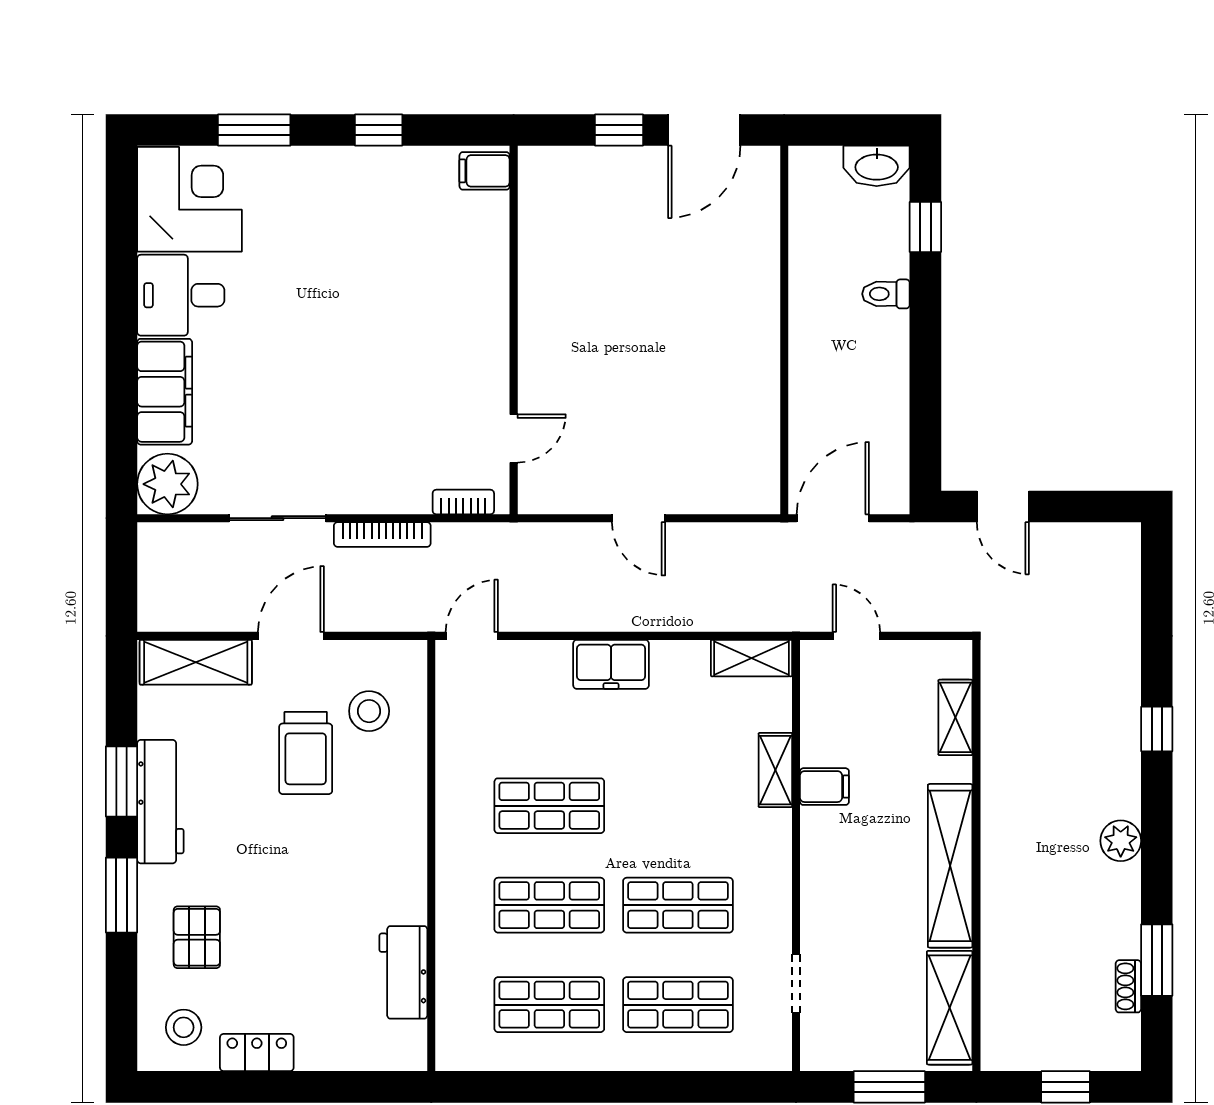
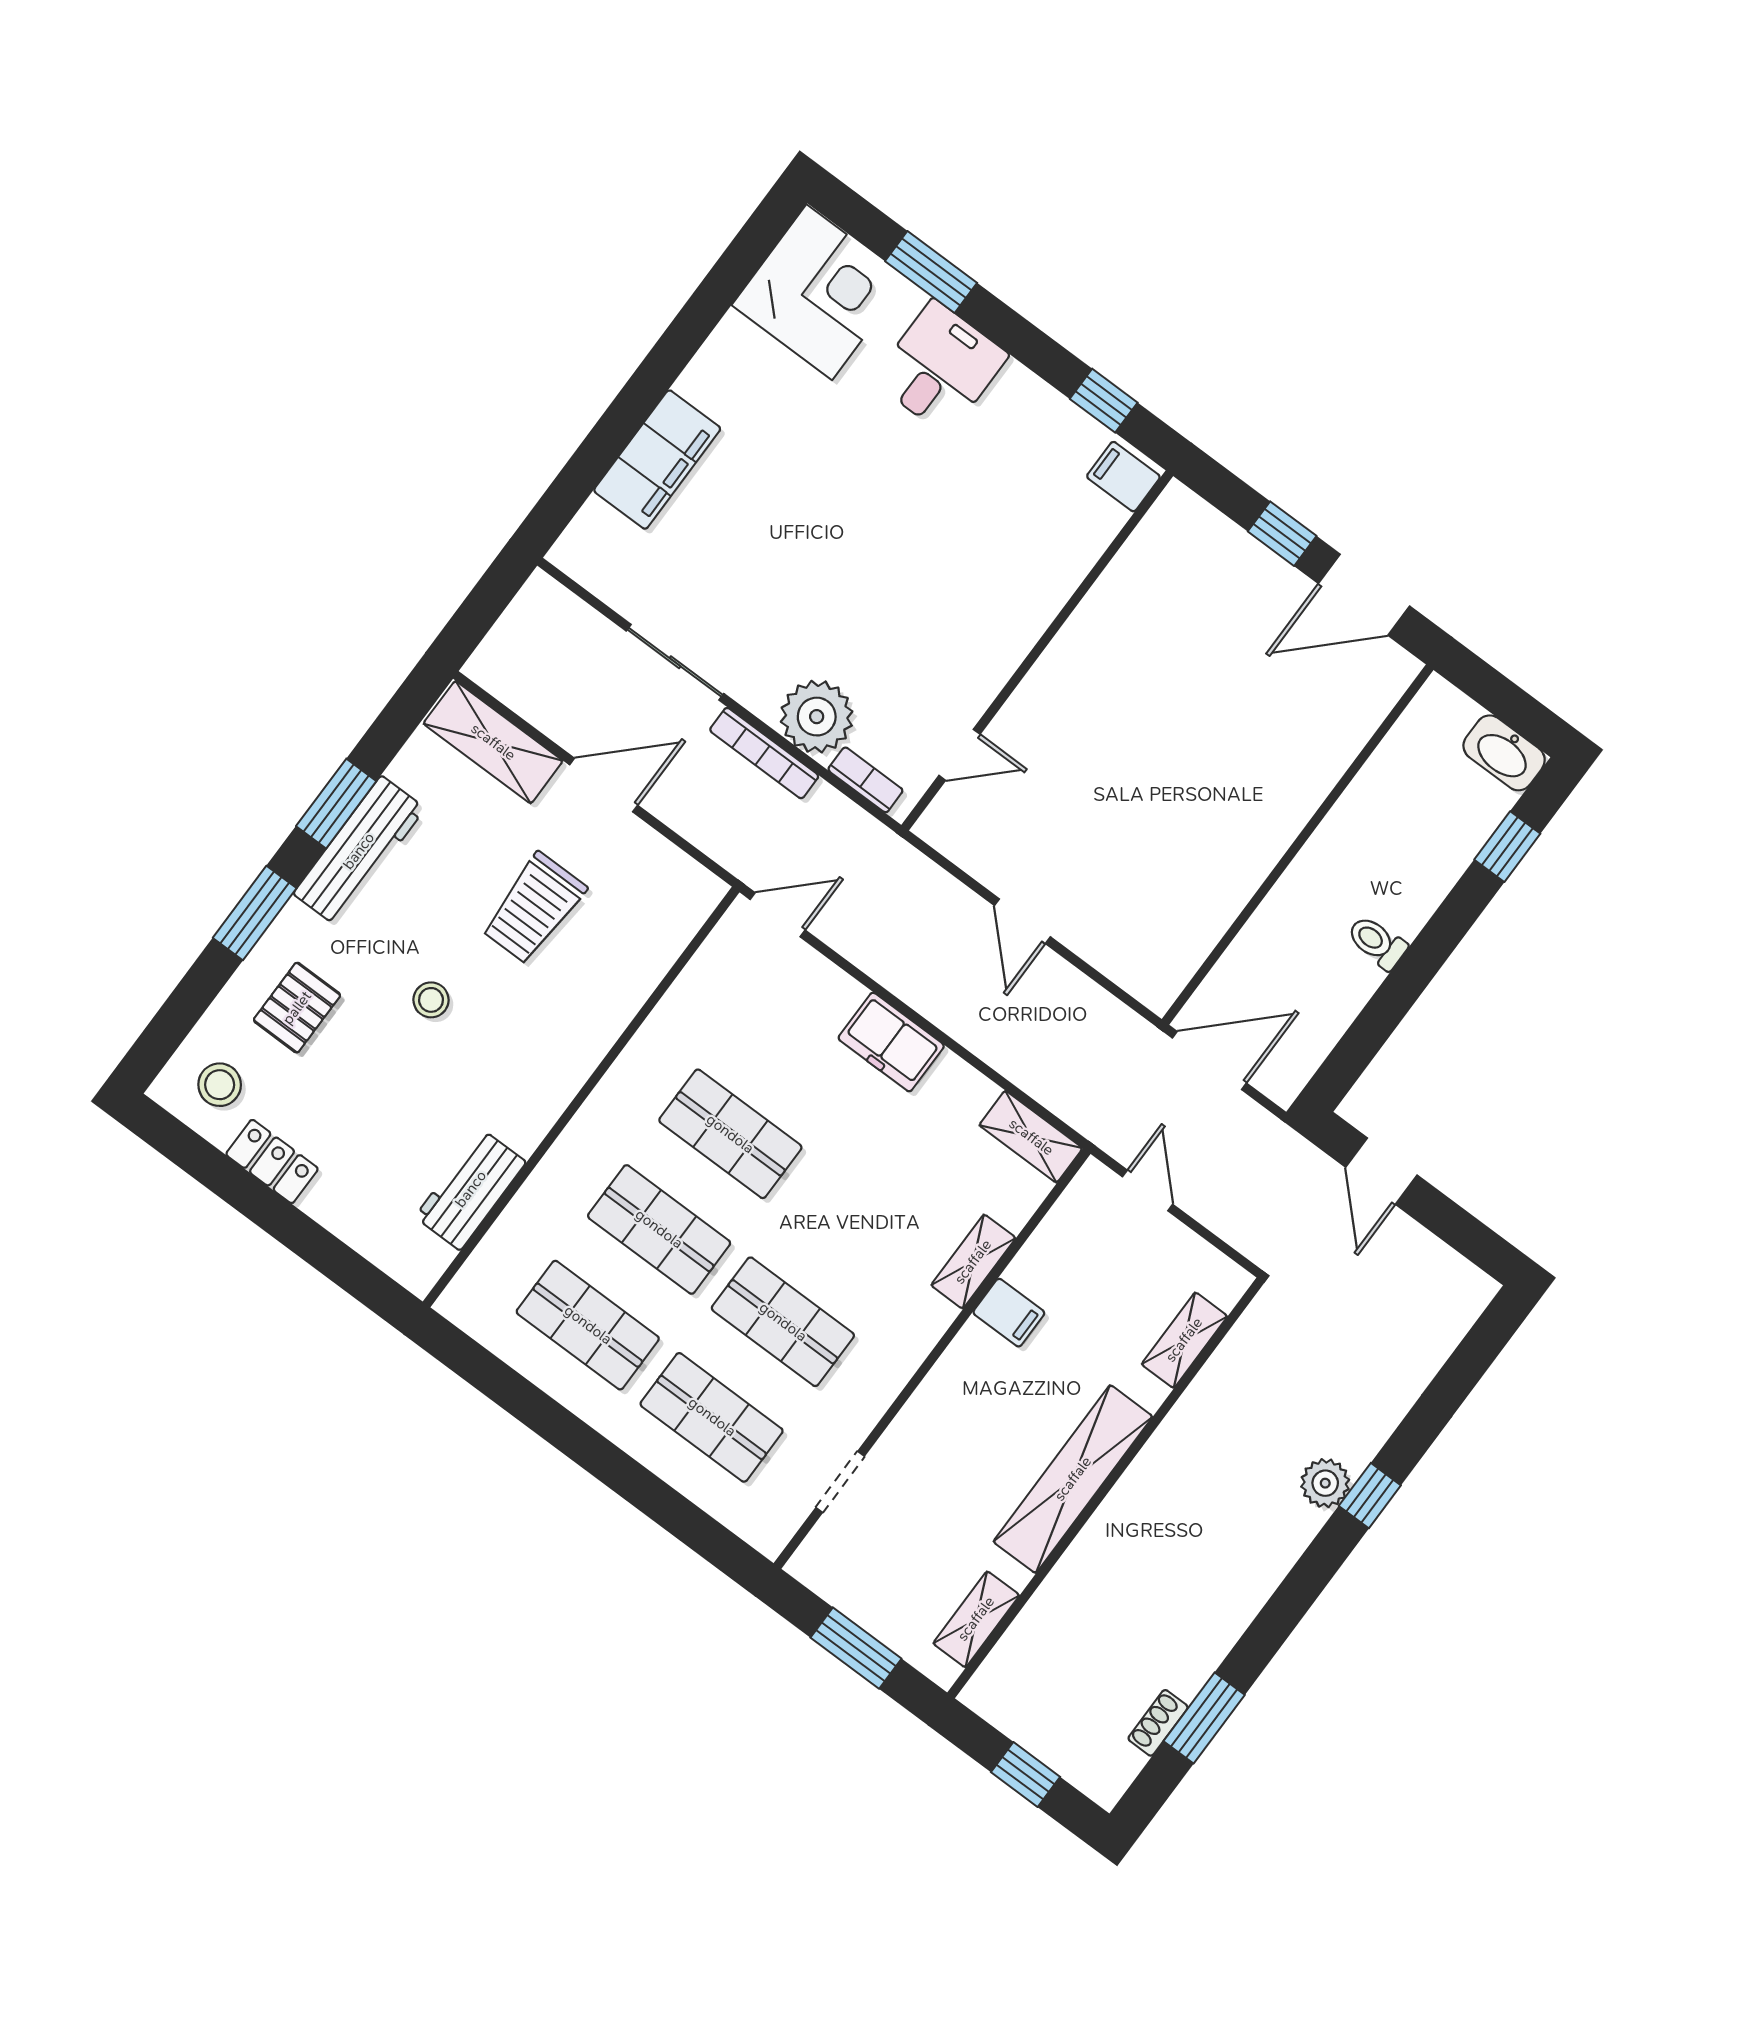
window: (379, 130) -> (1104, 401), moved
toilet: (886, 294) -> (1377, 942), moved
desk: (181, 295) -> (940, 368), moved, turned 90
plant: (167, 484) -> (817, 717), moved
stool: (369, 711) -> (431, 1000), moved, width x0.73, depth x0.73
plant: (1121, 841) -> (1325, 1483), moved
shelving: (950, 1008) -> (976, 1619), width x0.67, depth x0.75

